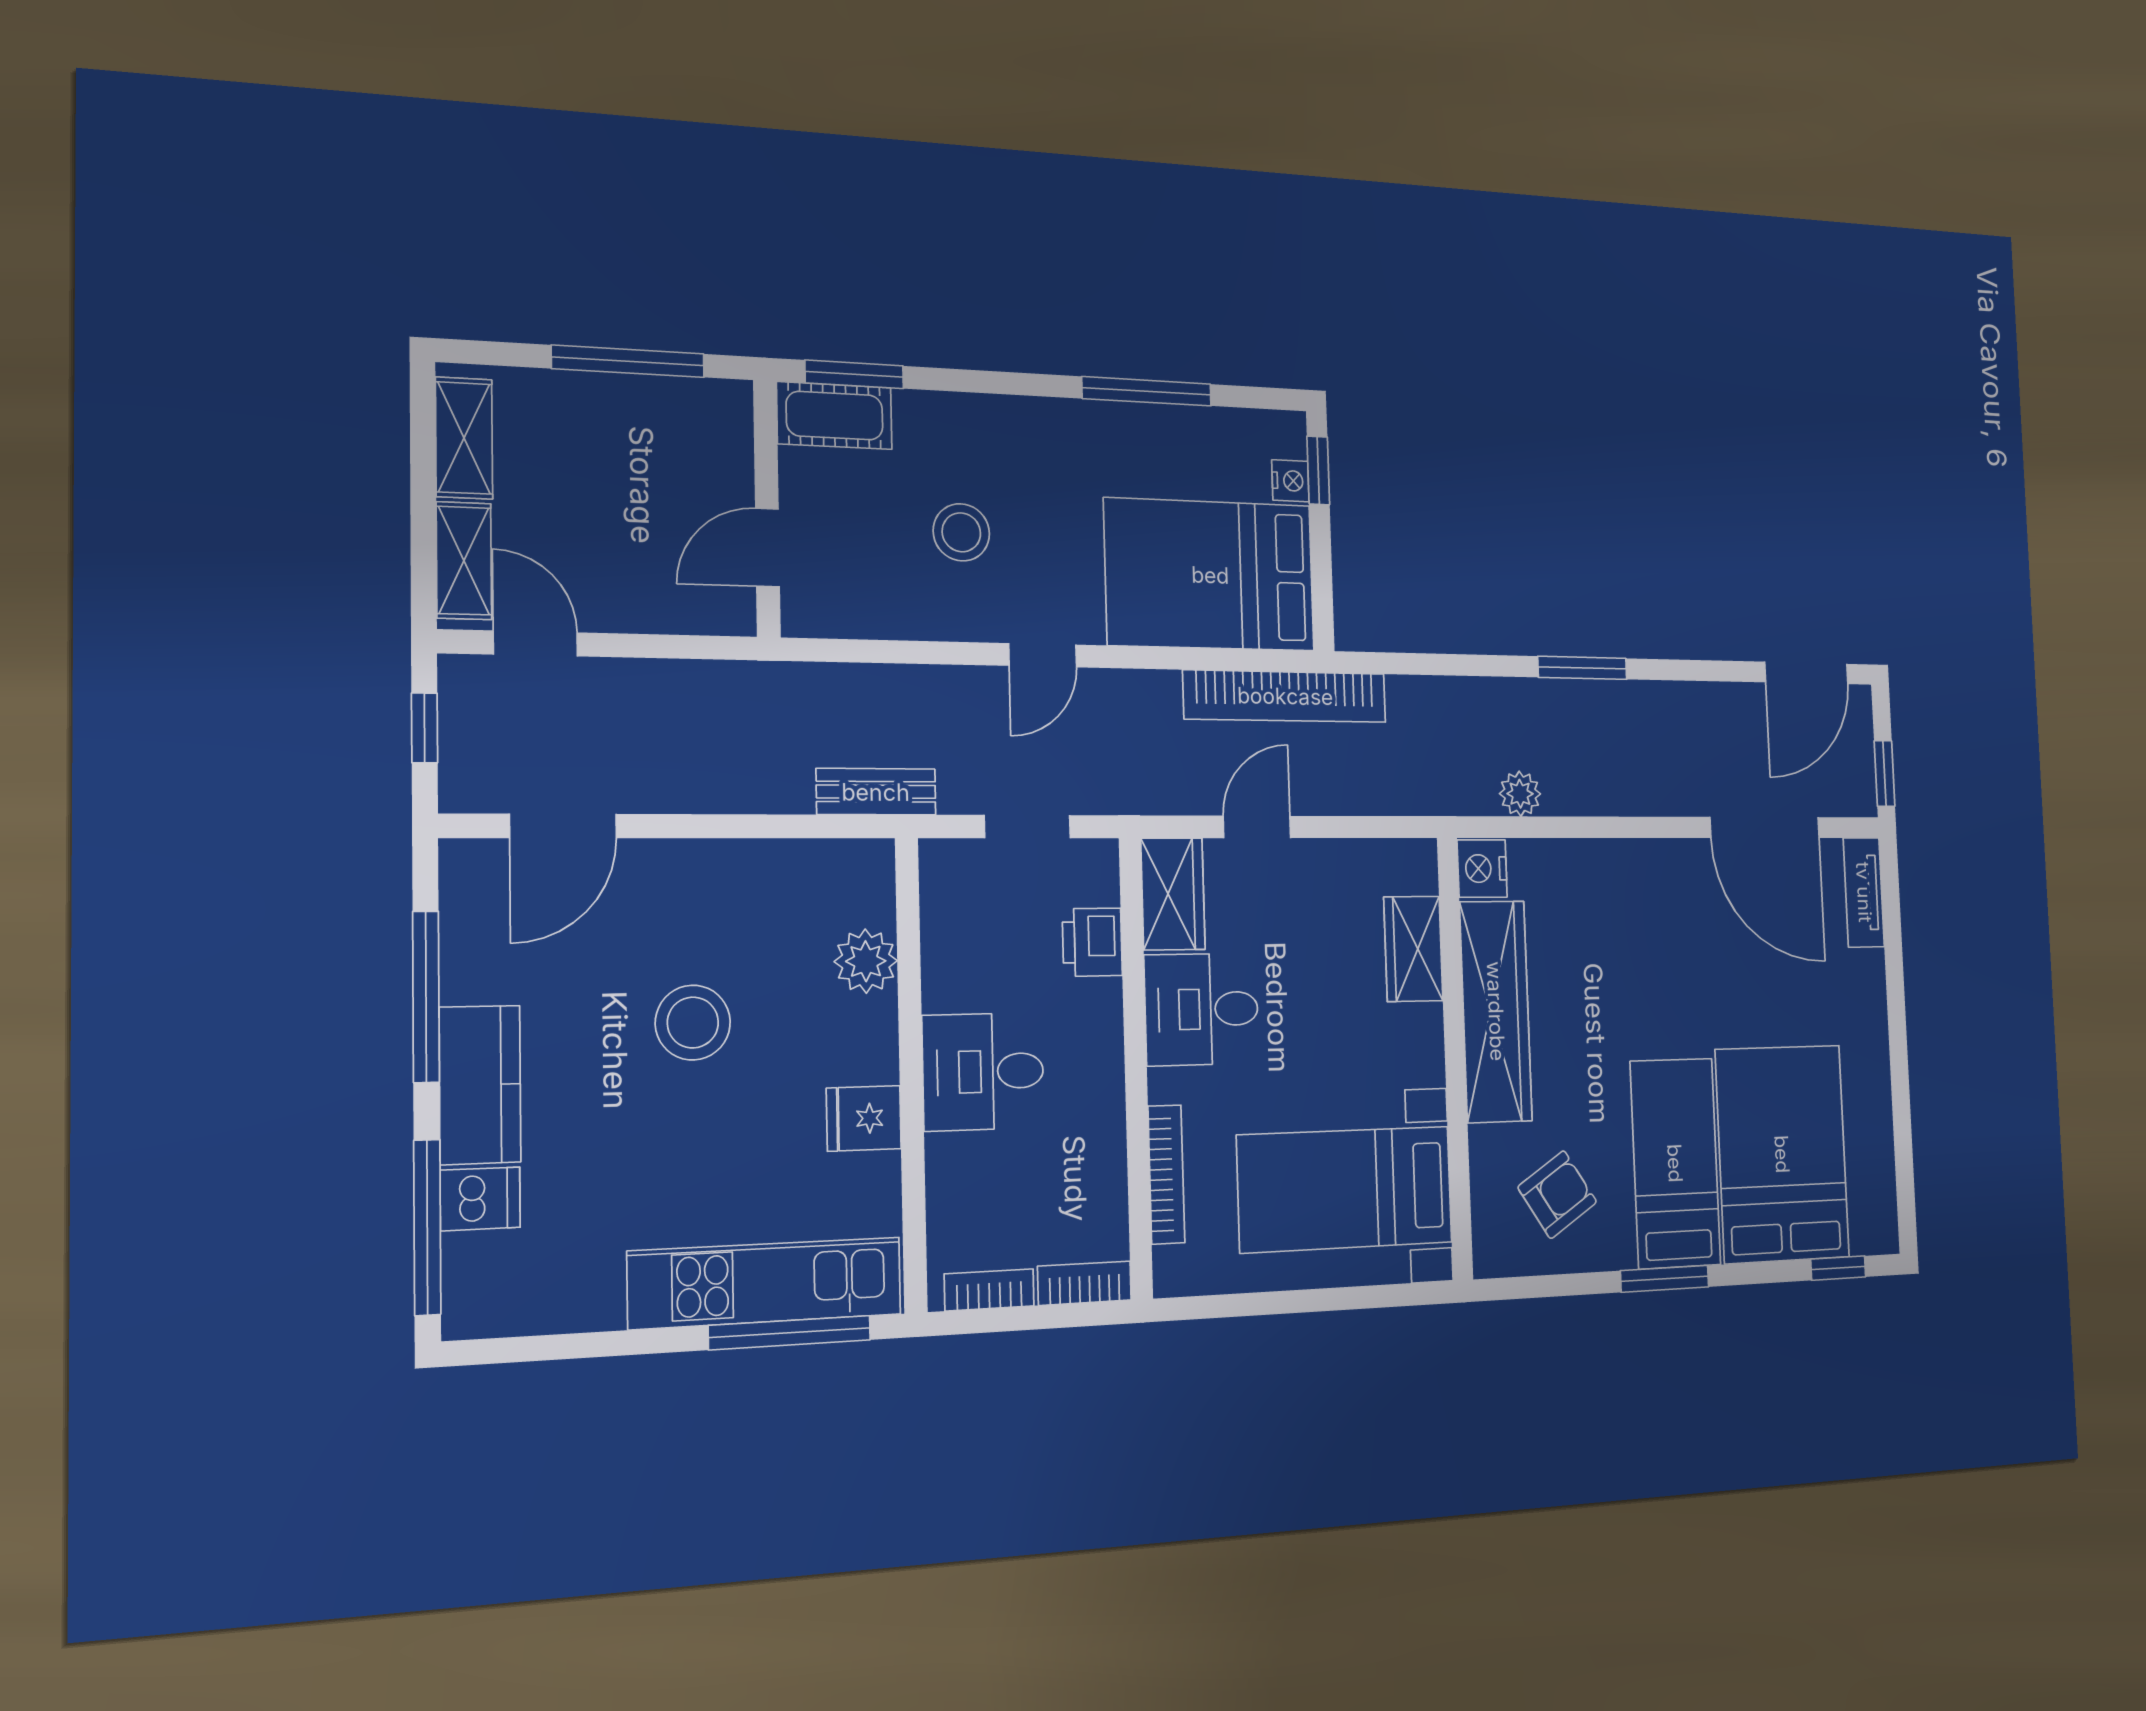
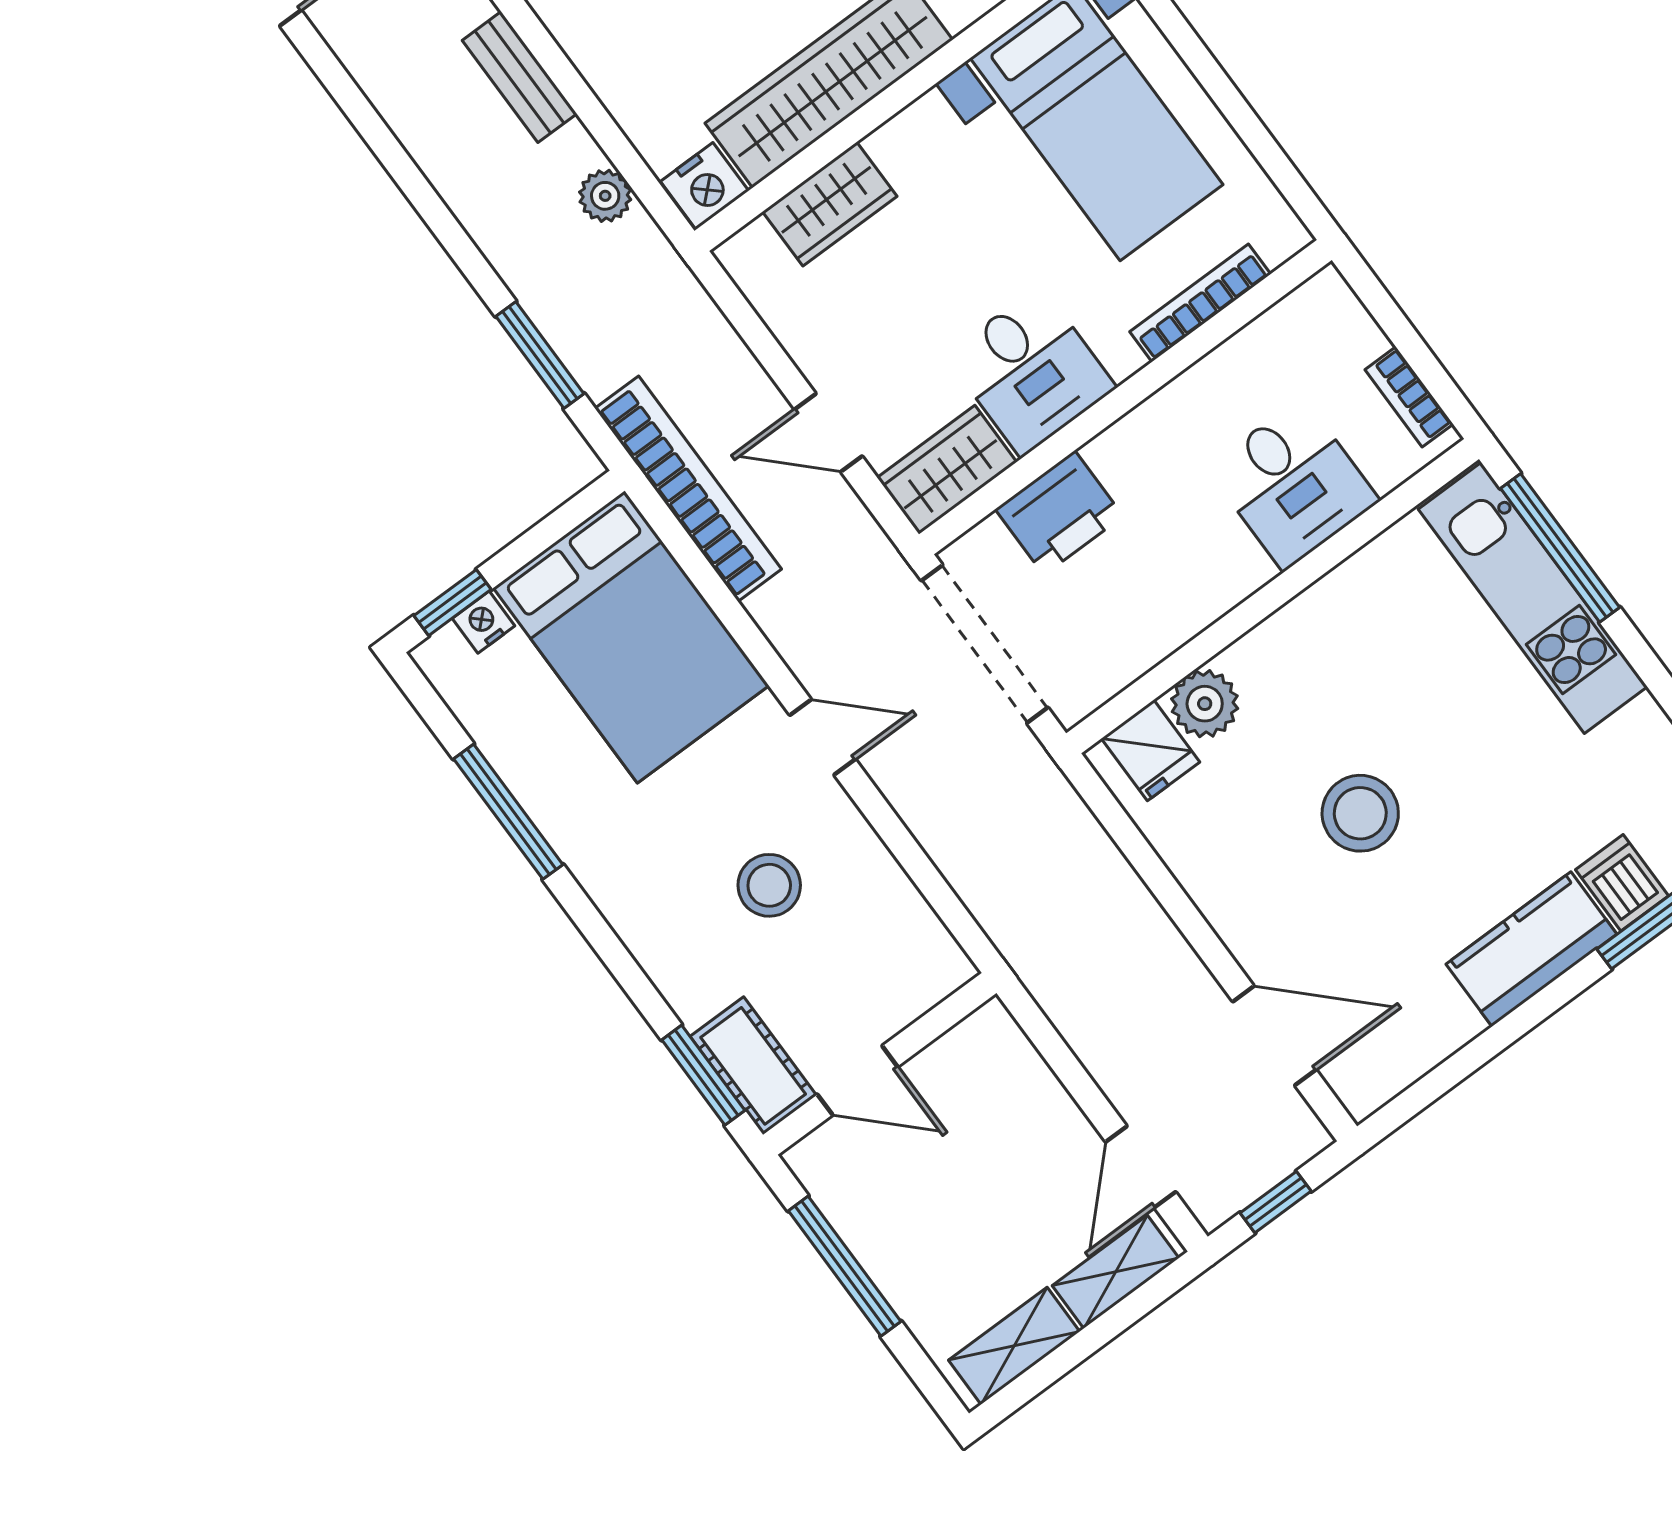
door: (767, 548) -> (857, 1080), moved
window: (1582, 668) -> (540, 355), moved
bench: (876, 792) -> (520, 77), moved
doorway: (1027, 827) -> (985, 644), width x1.88
printer: (1092, 942) -> (1059, 513), width x1.36, depth x1.24
window: (426, 997) -> (1491, 1043), removed
desk: (983, 1072) -> (1293, 484), moved
fridge: (864, 1118) -> (1151, 750), moved
bookcase: (1085, 1283) -> (1346, 314), removed

